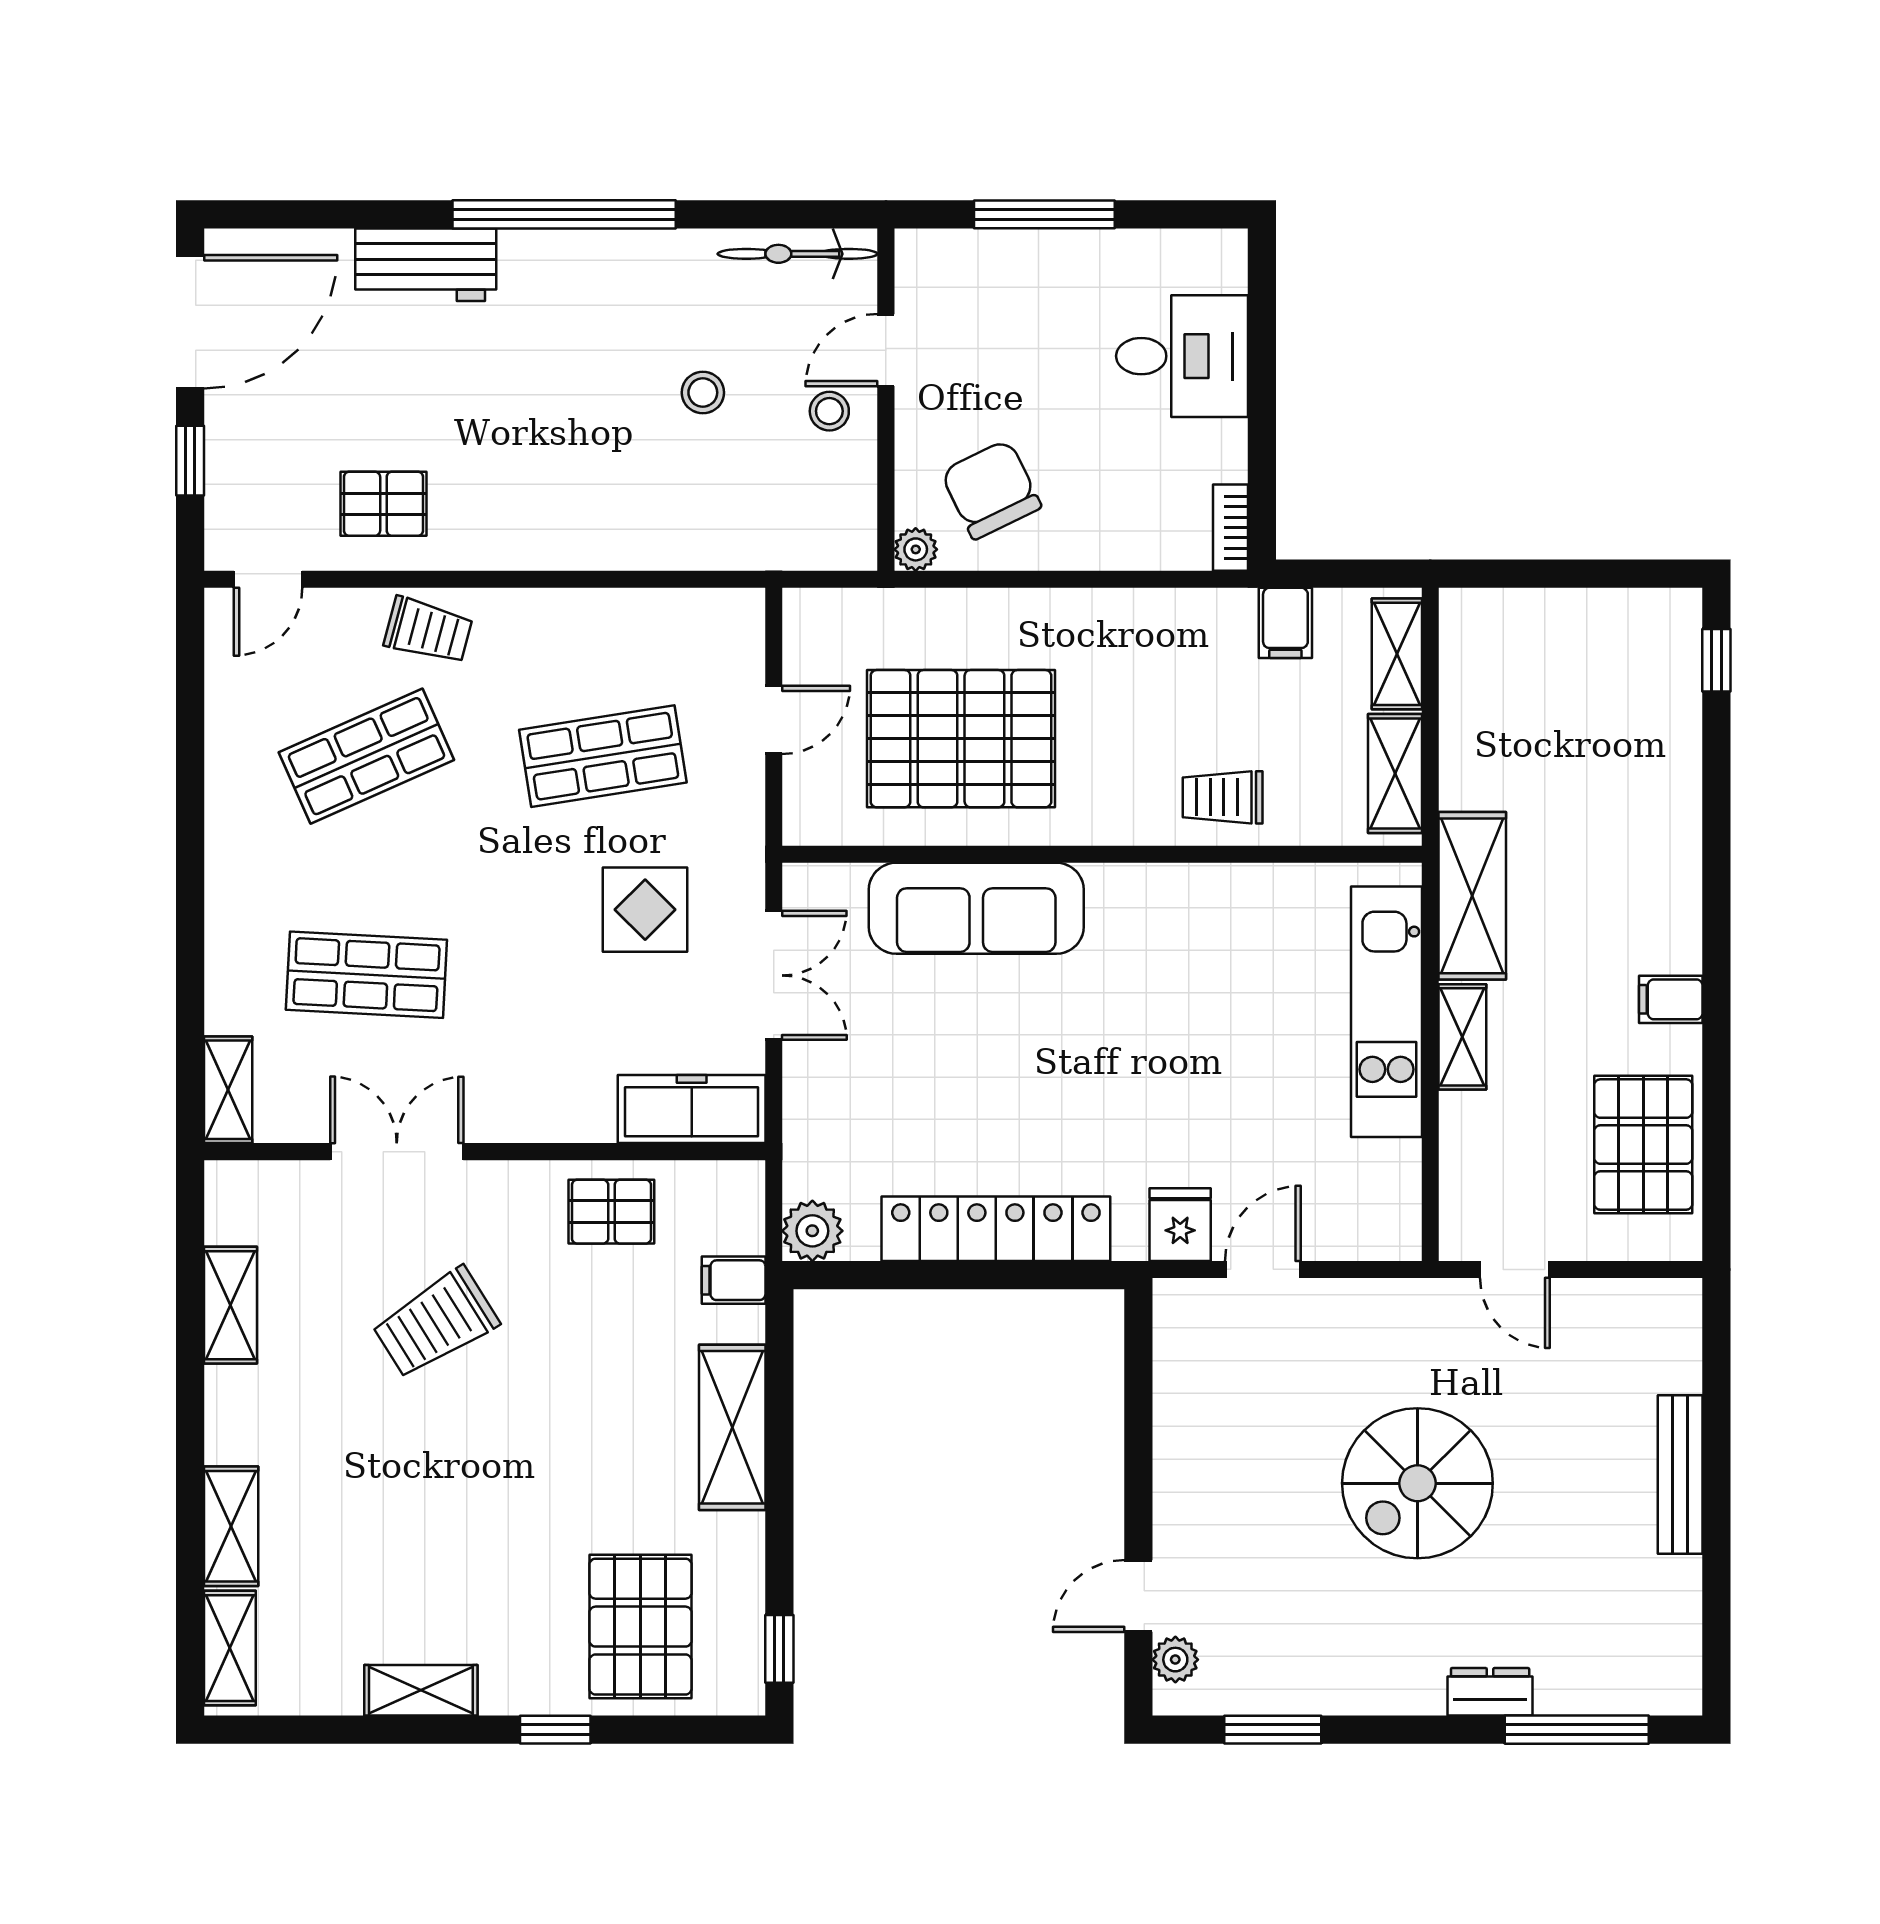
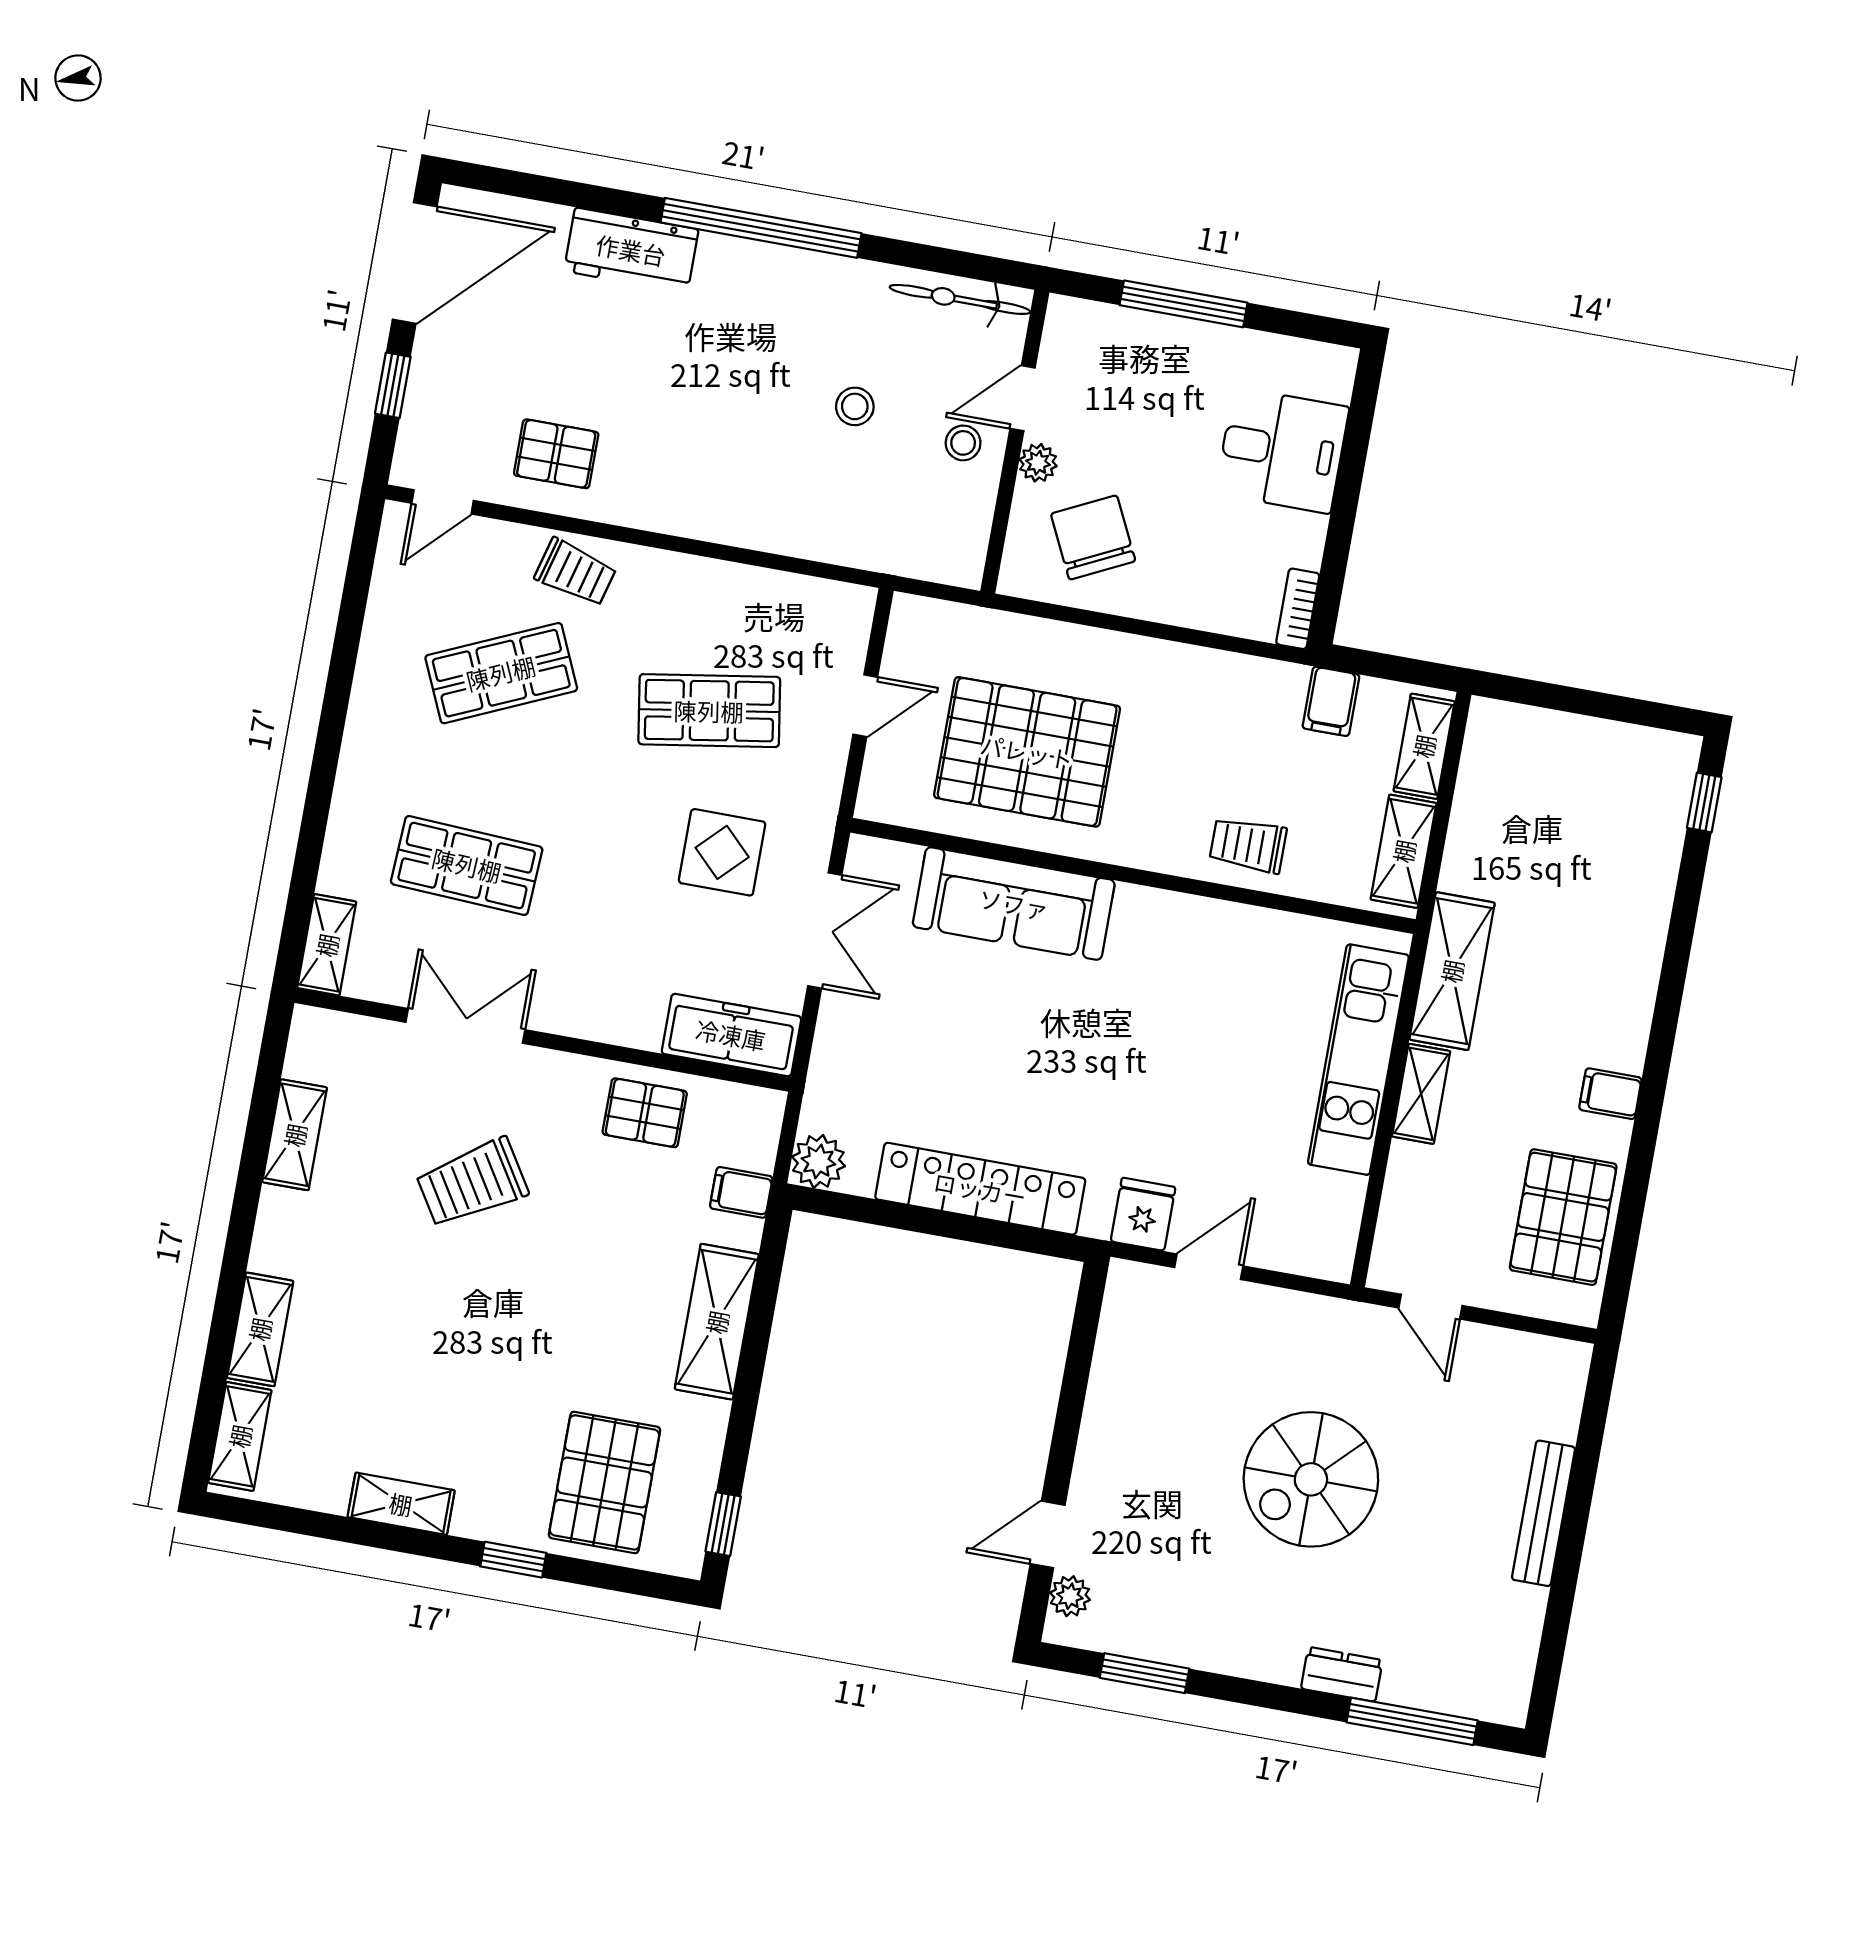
plant: (916, 549) -> (1038, 463), moved

